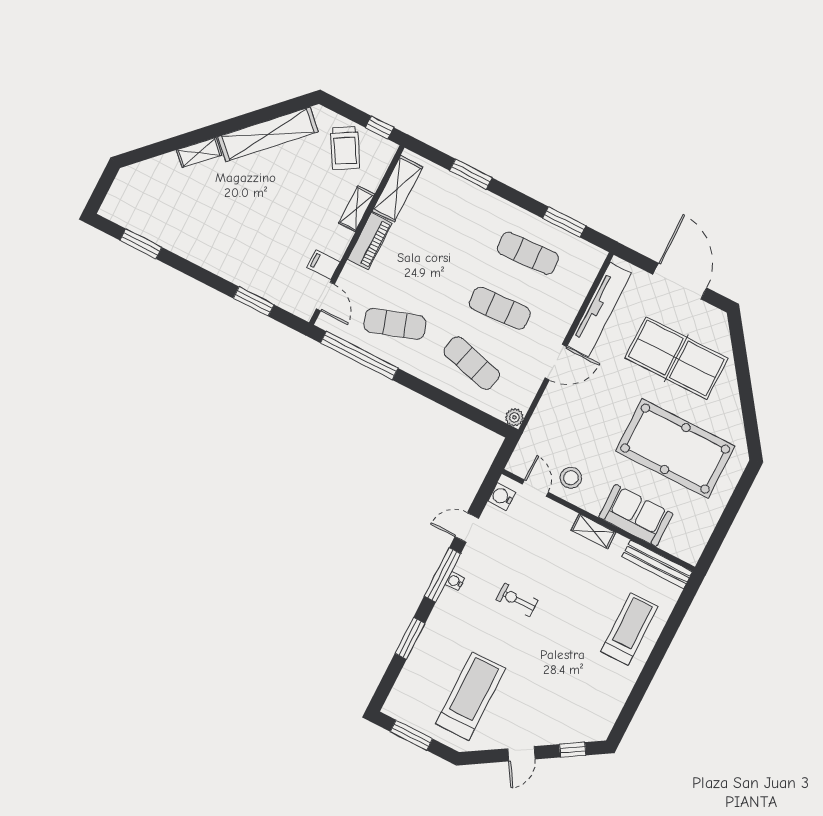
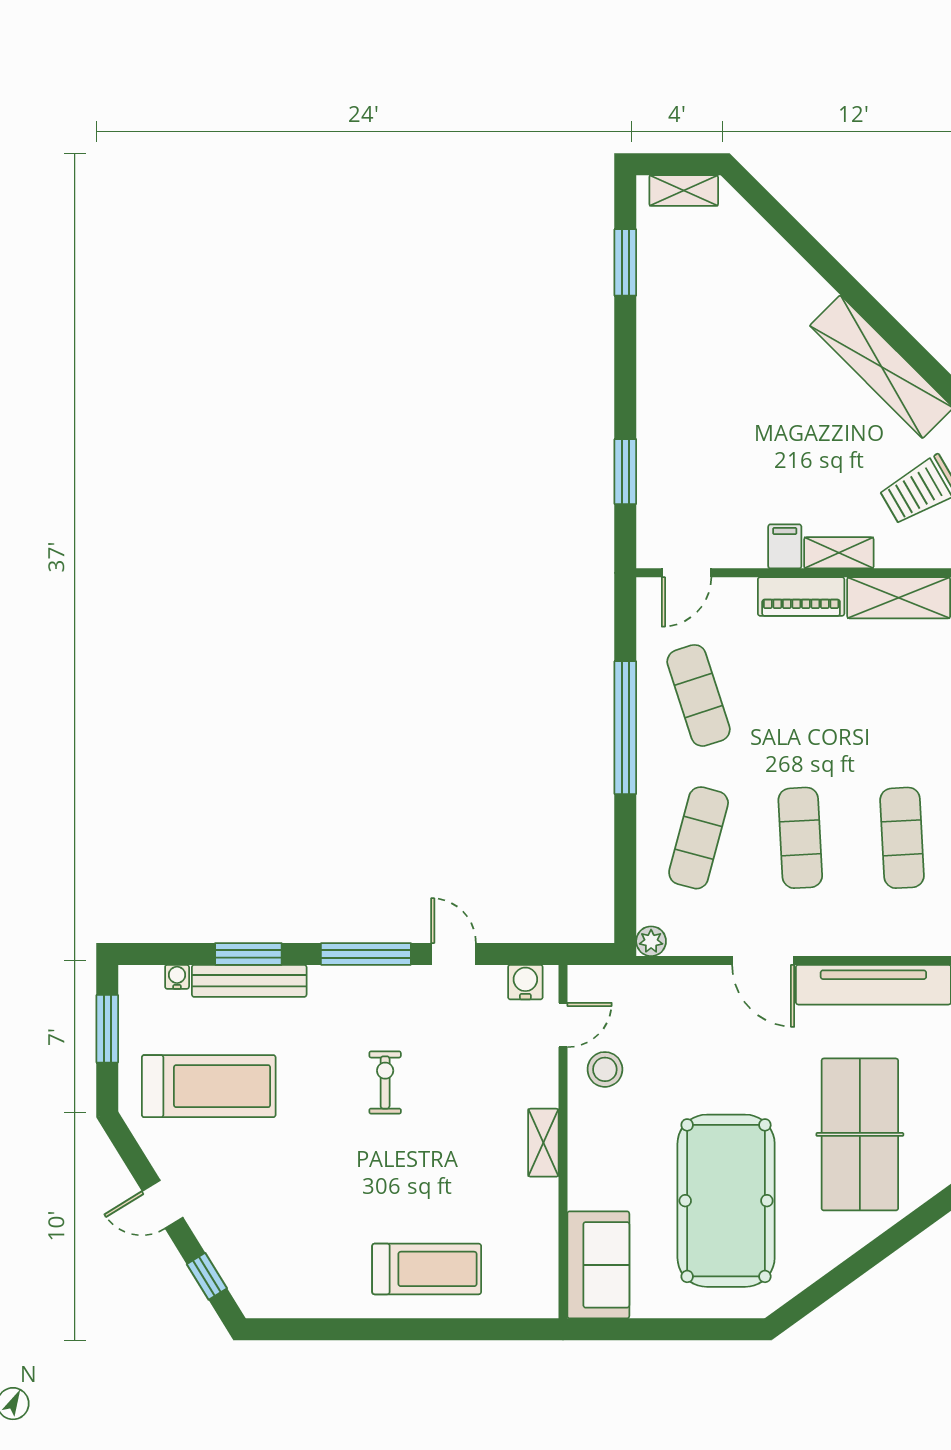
shelving: (199, 152) -> (684, 191), moved, turned -45
filing cabinet: (324, 265) -> (785, 546), moved
window: (359, 356) -> (625, 728), moved
sofa: (636, 515) -> (598, 1265), moved
bench: (657, 564) -> (249, 981), moved, turned 90
water cooler: (455, 581) -> (177, 977), moved

